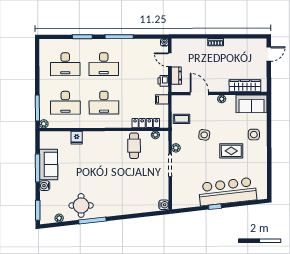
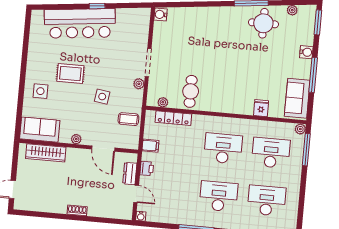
sofa: (49, 164) -> (297, 98), moved

